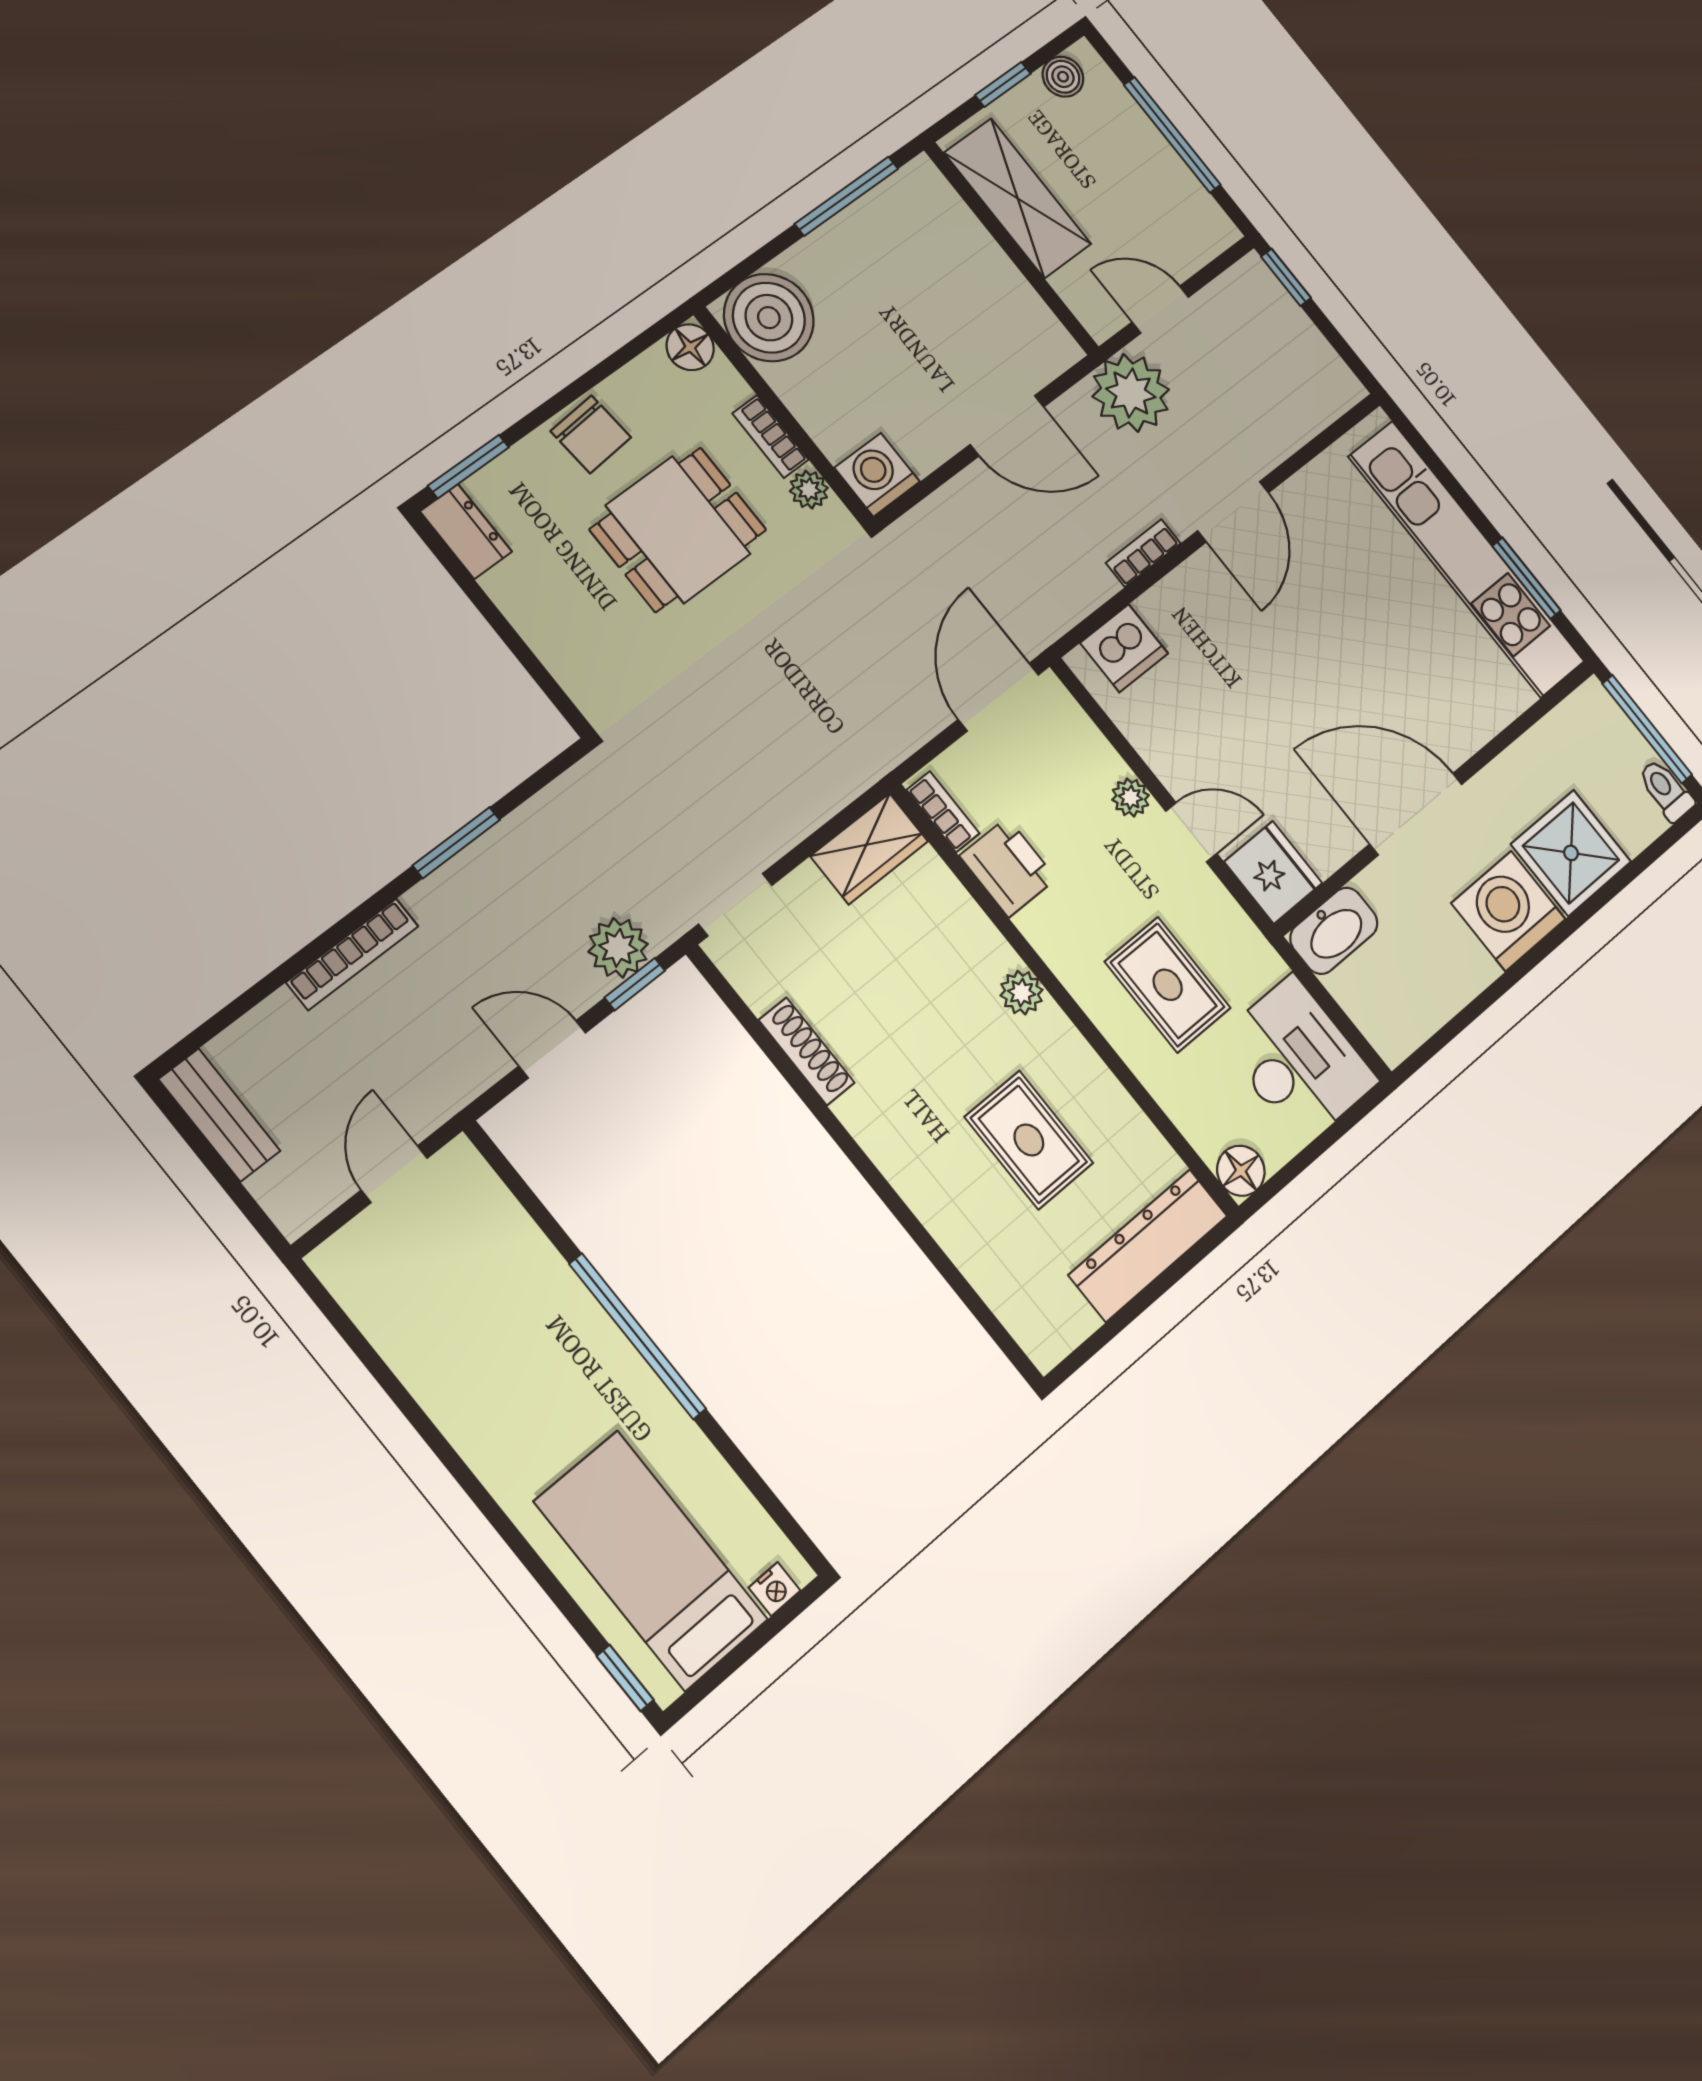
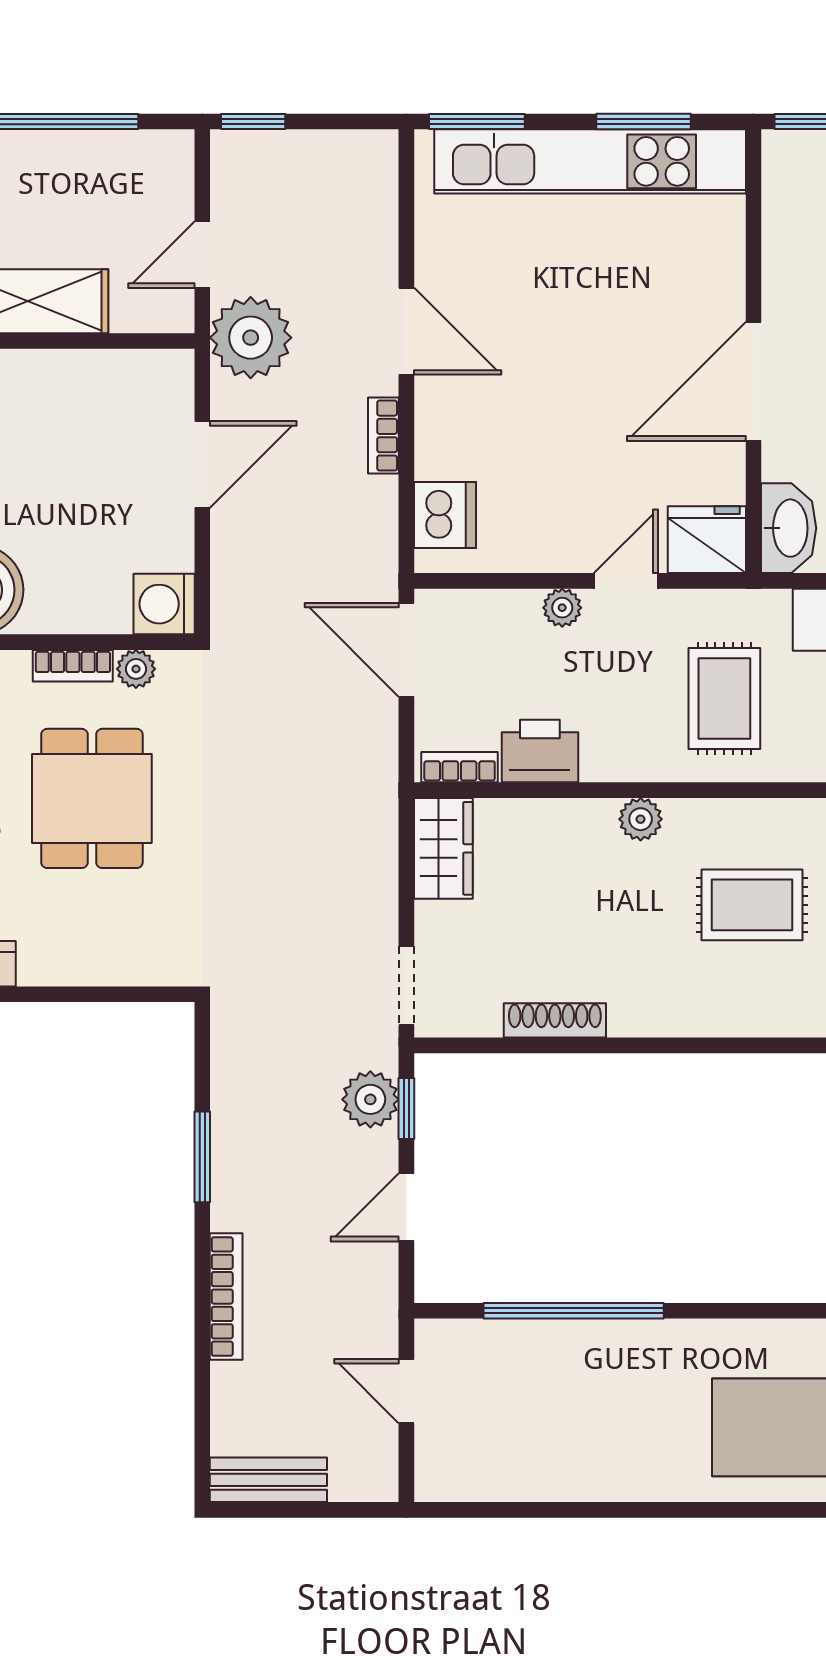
window: (1424, 450) -> (477, 121), added
rug: (1168, 985) -> (724, 698), turned 90
window: (638, 1336) -> (574, 1311), moved

